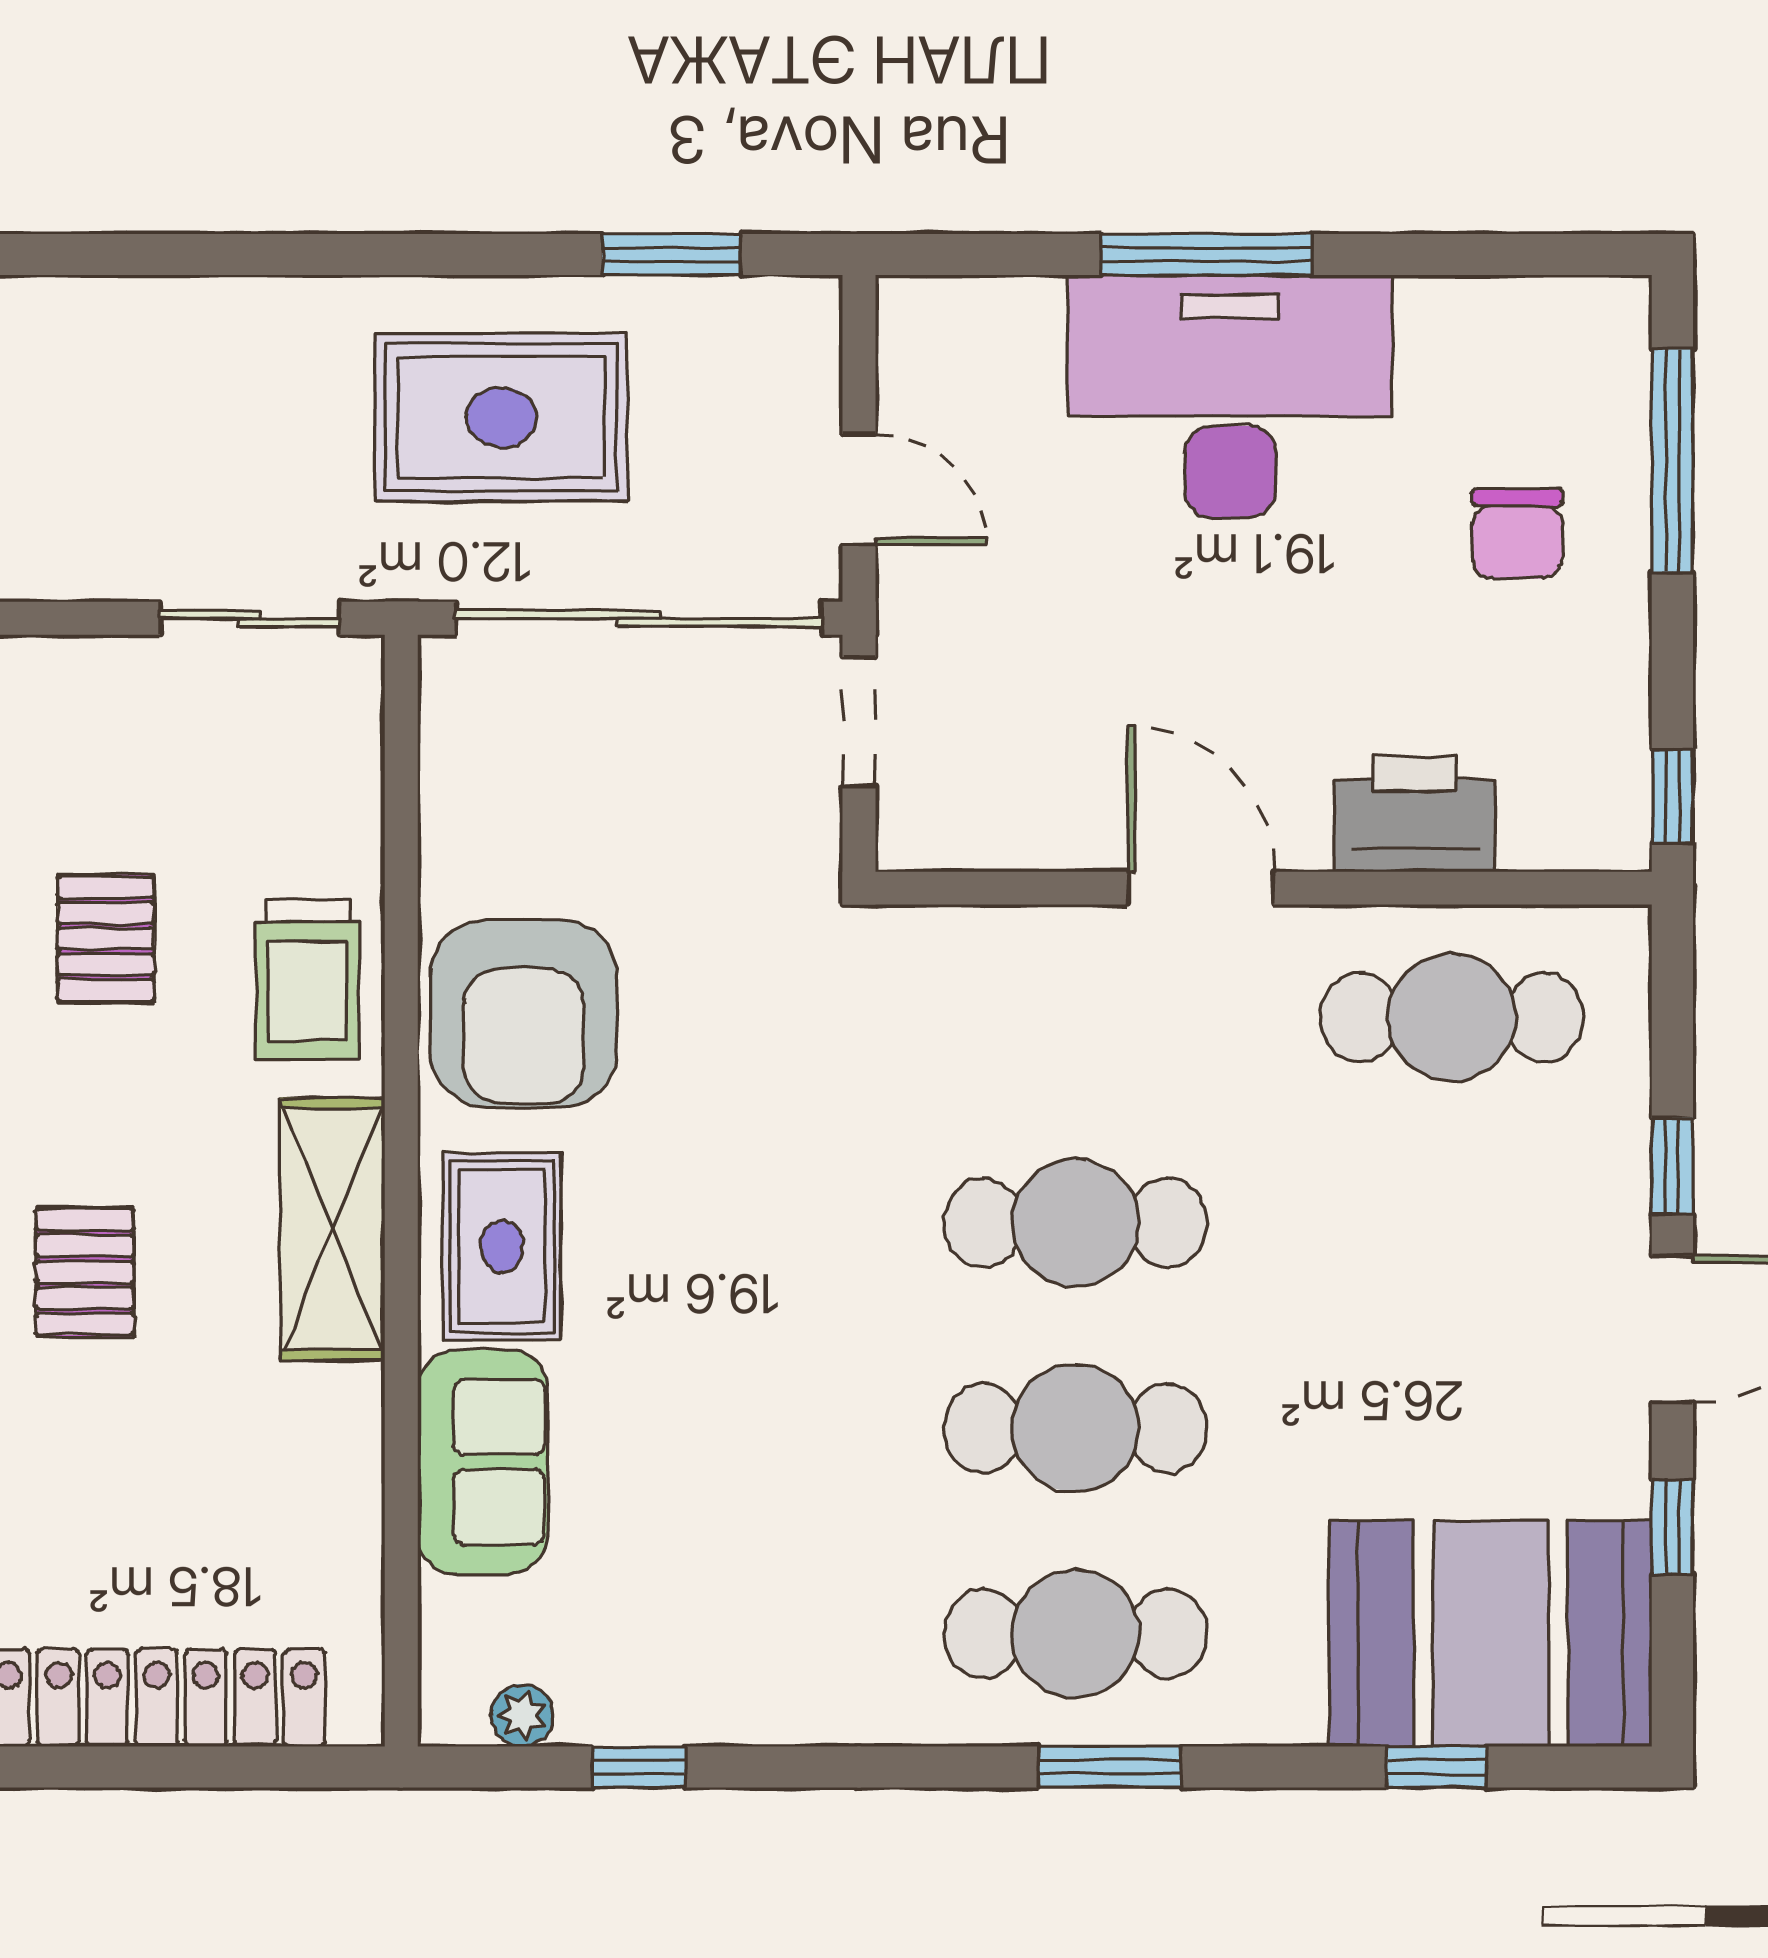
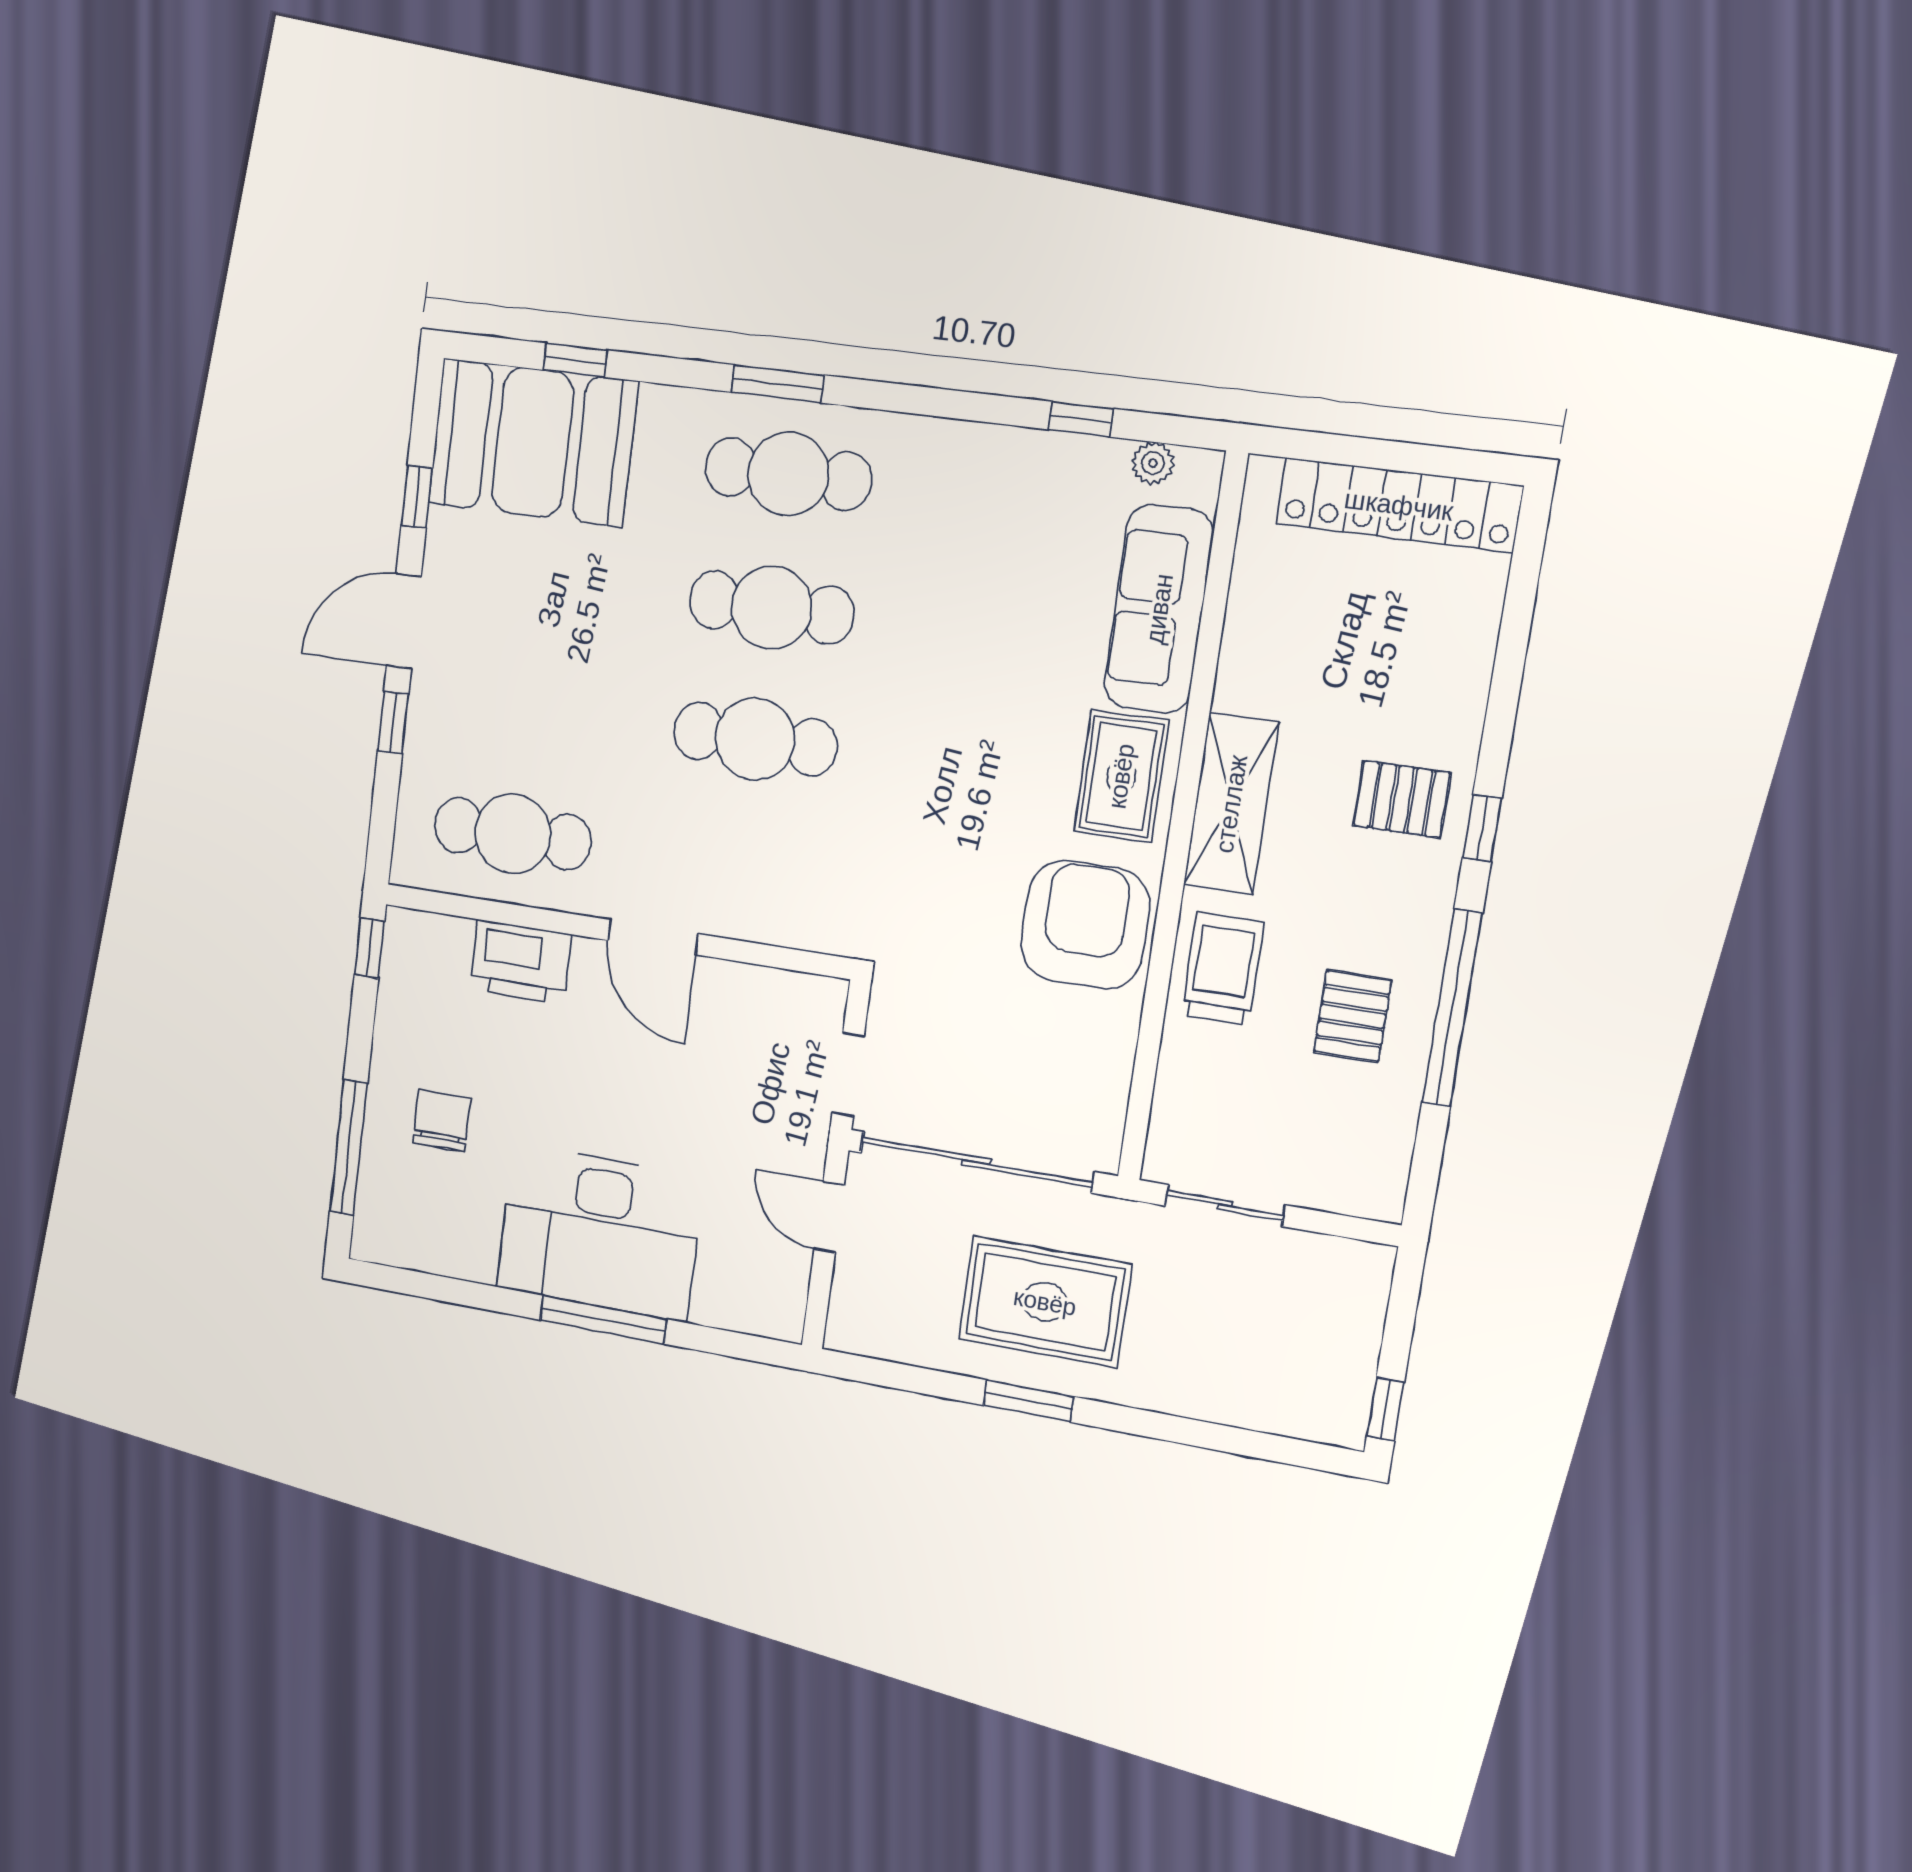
window: (672, 255) -> (1029, 1401), moved
pallet: (85, 1272) -> (1402, 799), turned 90
sofa: (482, 1462) -> (1159, 609), width x1.36

